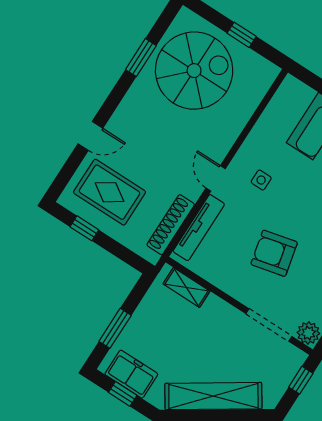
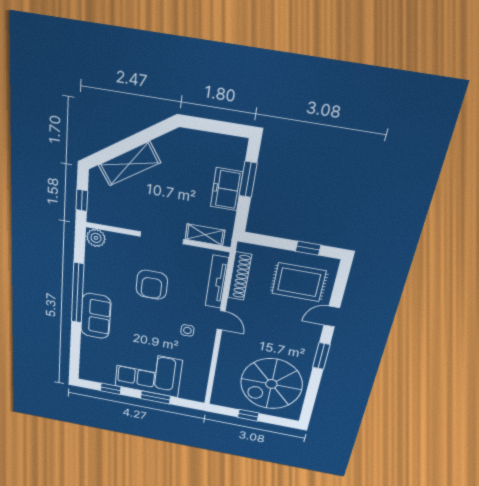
window: (141, 58) -> (321, 356), moved
armchair: (274, 253) -> (152, 285), turned 103
doorway: (269, 325) -> (162, 238), moved
freezer: (131, 374) -> (227, 189), moved, turned 90
window: (123, 394) -> (217, 127), removed
shelving: (213, 396) -> (129, 164), width x0.68

